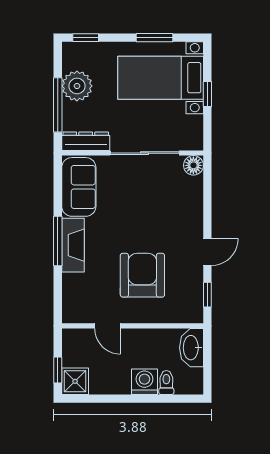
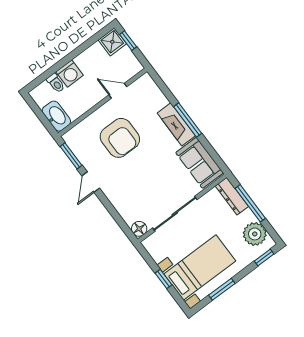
plant: (77, 86) -> (255, 234), moved
dresser: (86, 141) -> (232, 196), moved, turned 90
window: (207, 295) -> (71, 156), width x1.50

